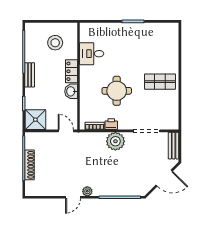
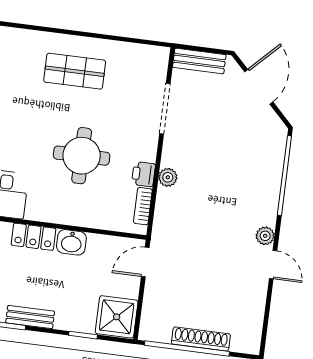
shop shelf: (160, 82) -> (75, 71), turned 90
plant: (115, 141) -> (168, 177), width x0.53, depth x0.53

